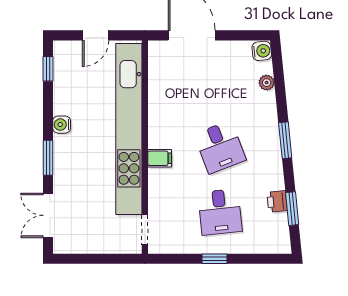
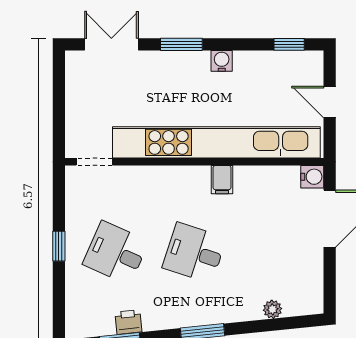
water cooler: (262, 51) -> (312, 177), moved, turned -84
desk: (220, 147) -> (194, 253), turned 39
filing cabinet: (160, 158) -> (222, 180), moved
desk: (220, 212) -> (116, 253), turned 30

